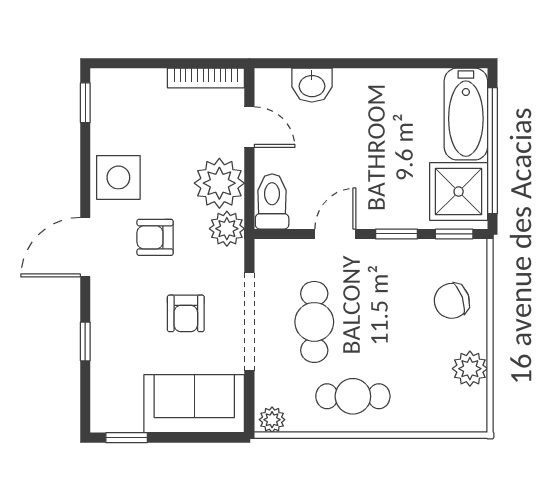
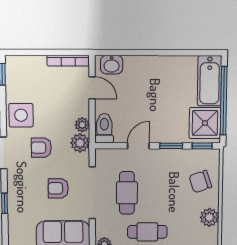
washbasin: (312, 85) -> (112, 65), moved
plant: (219, 183) -> (82, 125), width x0.53, depth x0.53
armchair: (186, 313) -> (58, 188), turned 90

